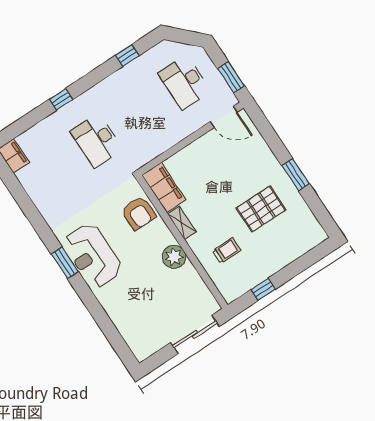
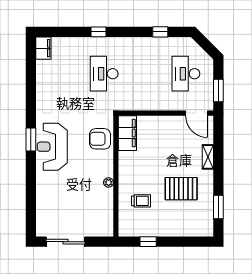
window: (296, 175) -> (218, 207), moved
armchair: (138, 213) -> (100, 139), turned 90
shelving: (182, 223) -> (208, 157), moved
plant: (174, 257) -> (109, 182), width x0.53, depth x0.53
sliding door: (195, 334) -> (65, 242), moved

